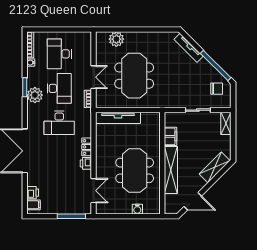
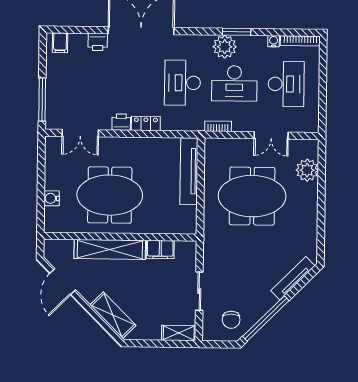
desk: (59, 54) -> (286, 84), turned 90
double door: (94, 77) -> (271, 135), moved
printer: (33, 193) -> (98, 42), moved

